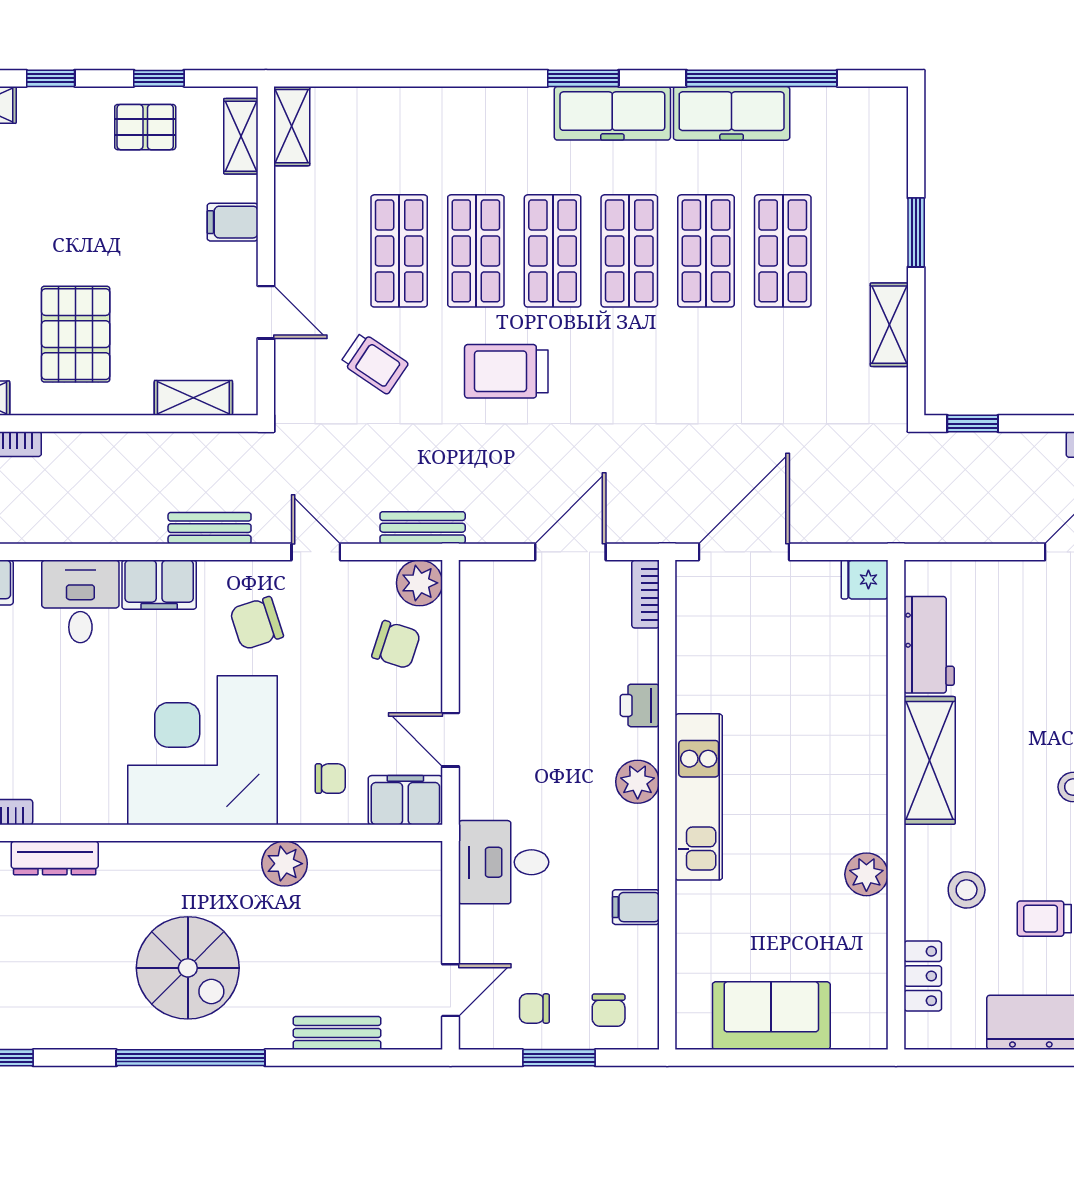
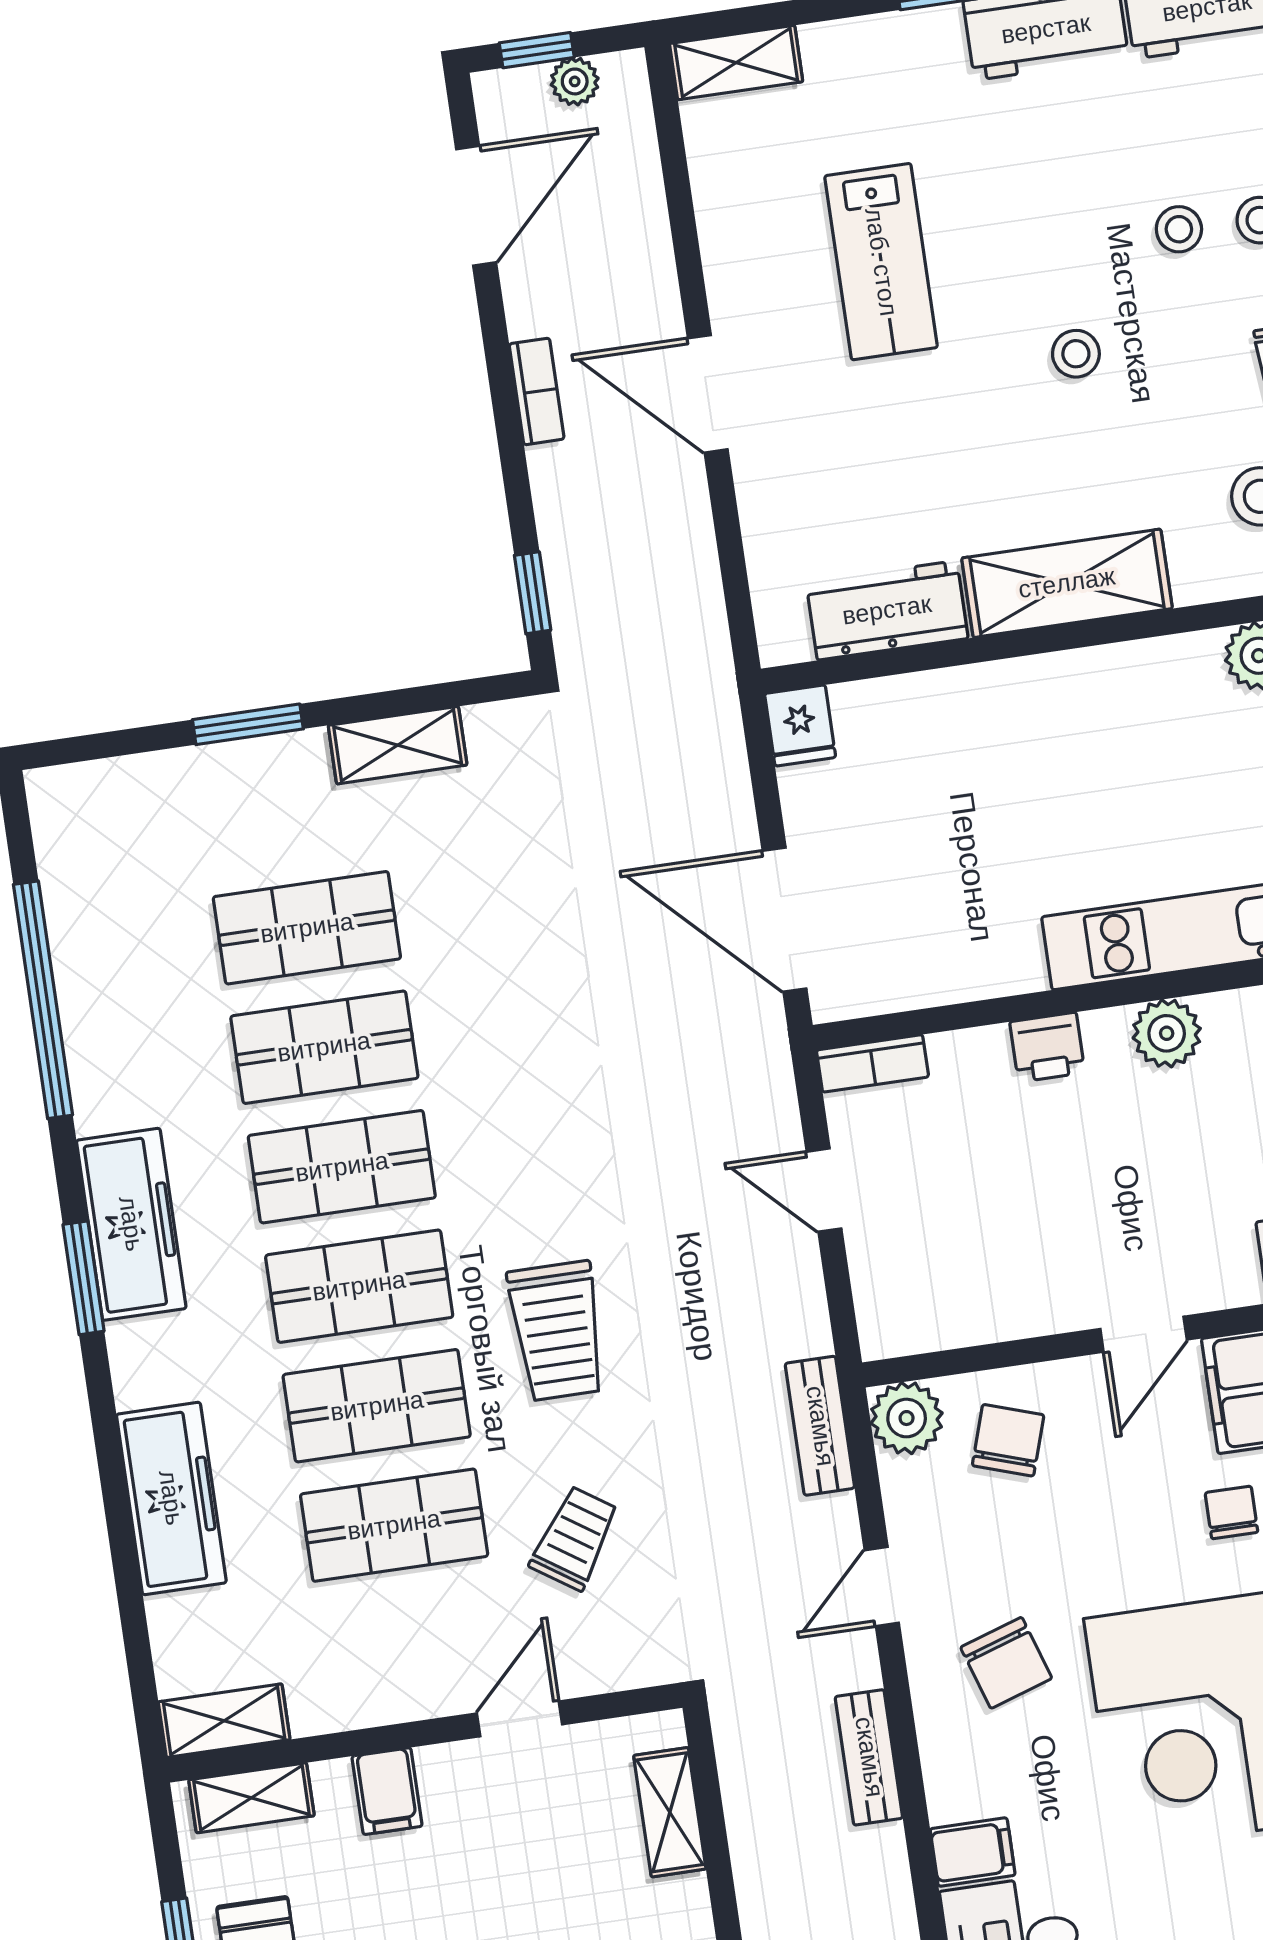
freezer: (732, 113) -> (171, 1498), moved
door: (570, 552) -> (824, 1190), width x0.73
filing cabinet: (159, 585) -> (973, 1852), width x0.50

